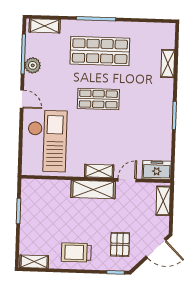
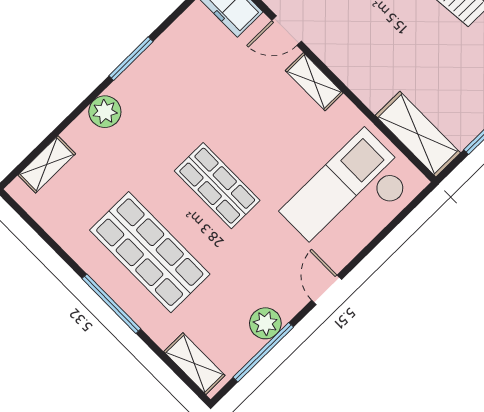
shelving: (168, 64) -> (47, 164), moved
plant: (165, 87) -> (105, 112), added
shelving: (93, 190) -> (418, 134), moved

